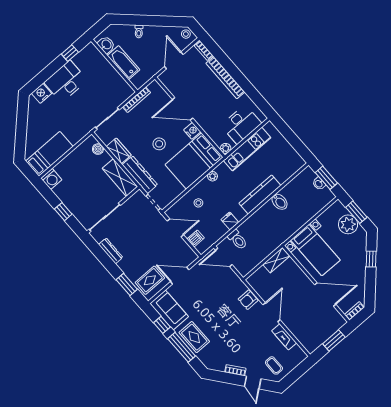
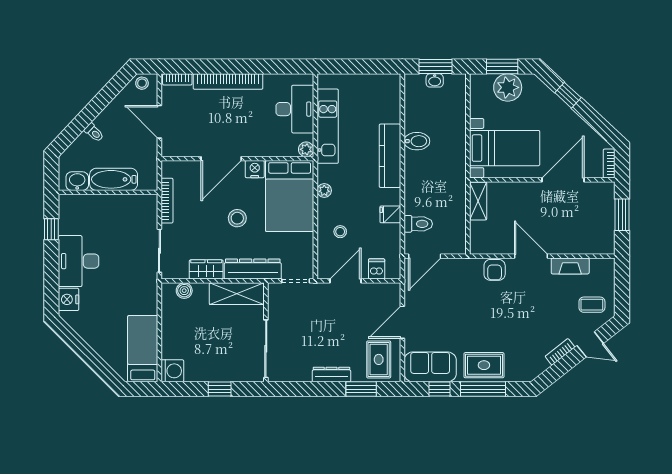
dresser: (111, 251) -> (331, 375), moved

